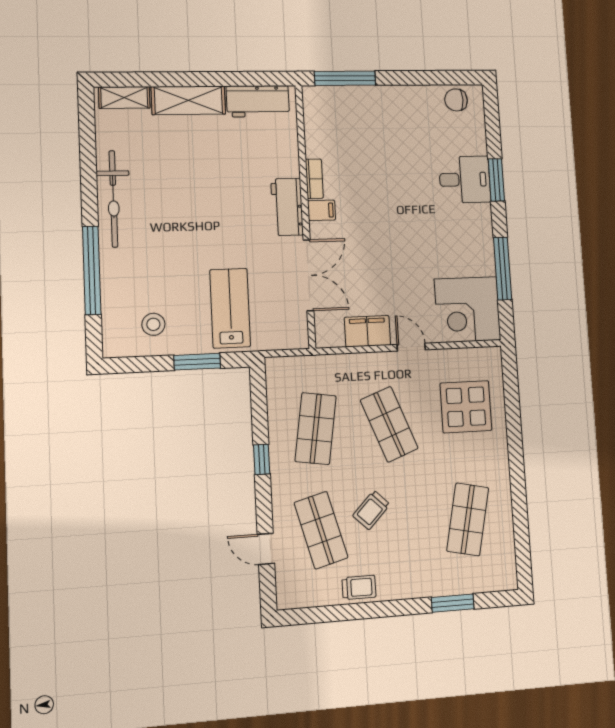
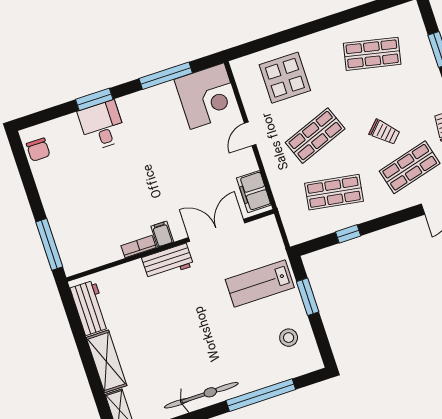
filing cabinet: (367, 331) -> (254, 192), moved
window: (262, 459) -> (348, 234), moved

